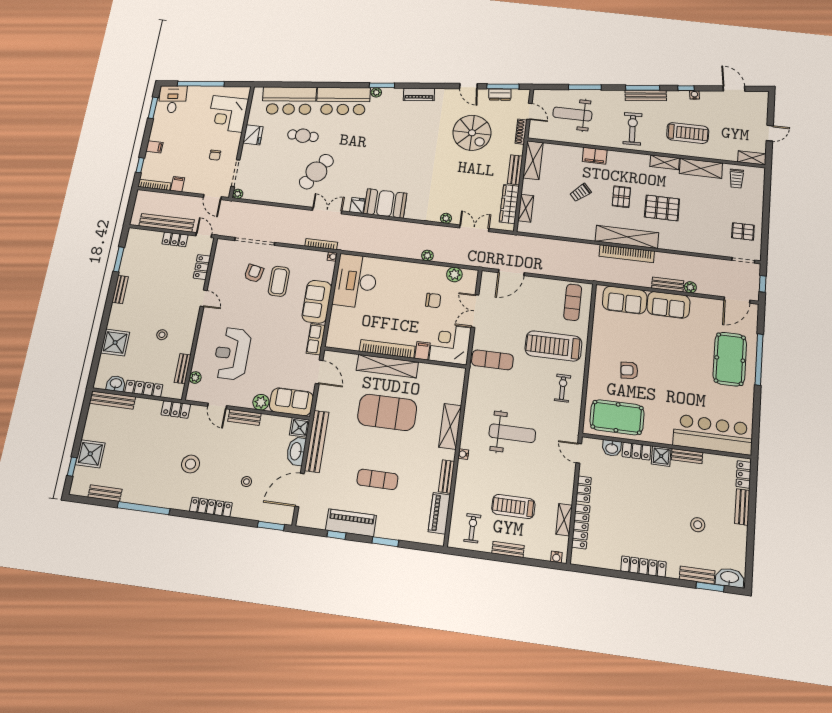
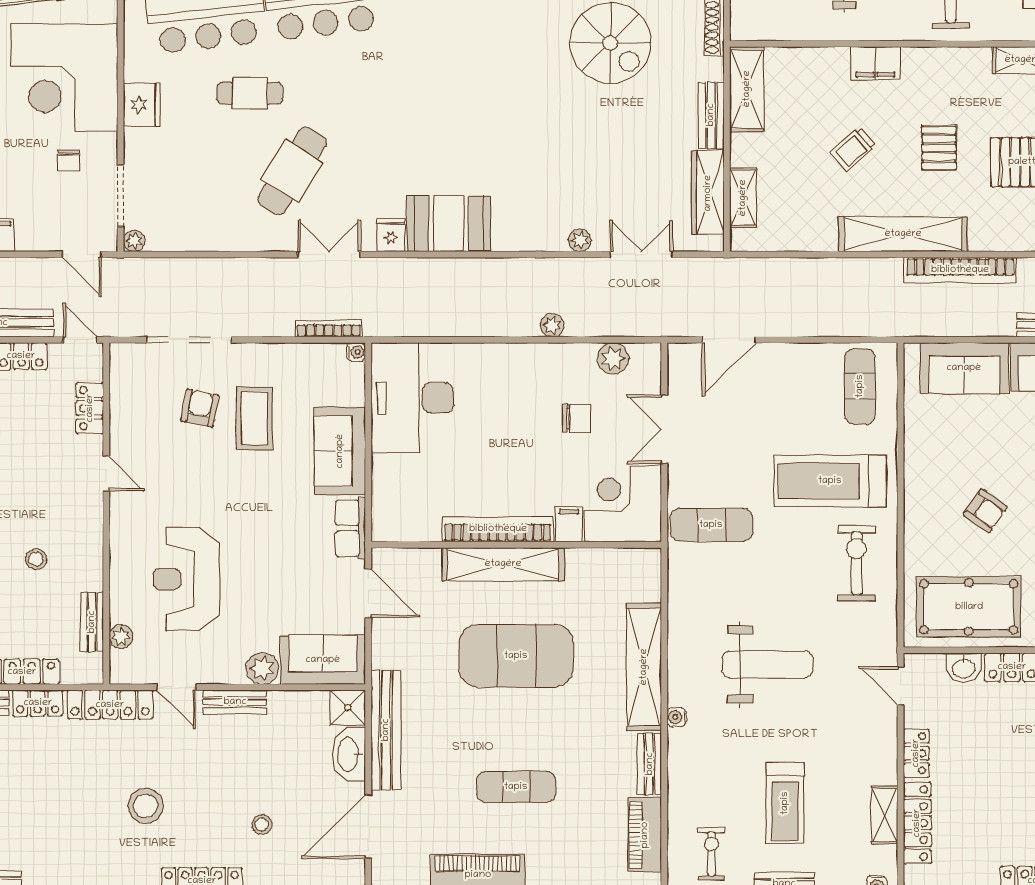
corner desk: (228, 114) -> (64, 77), width x1.36, depth x1.36
shelving: (627, 237) -> (903, 234), moved
armchair: (629, 370) -> (985, 511), turned -140
exercise bike: (563, 388) -> (857, 563), width x1.38, depth x1.39
locker: (148, 405) -> (38, 703), added
locker: (176, 409) -> (110, 705), width x1.53
shelving: (450, 426) -> (644, 667), width x1.47
treadmill: (513, 506) -> (785, 803), turned -90

